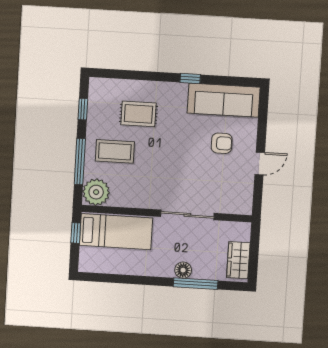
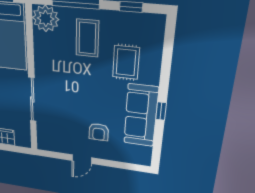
sofa: (224, 100) -> (141, 116), moved
door: (260, 163) -> (82, 159), hinge flipped

